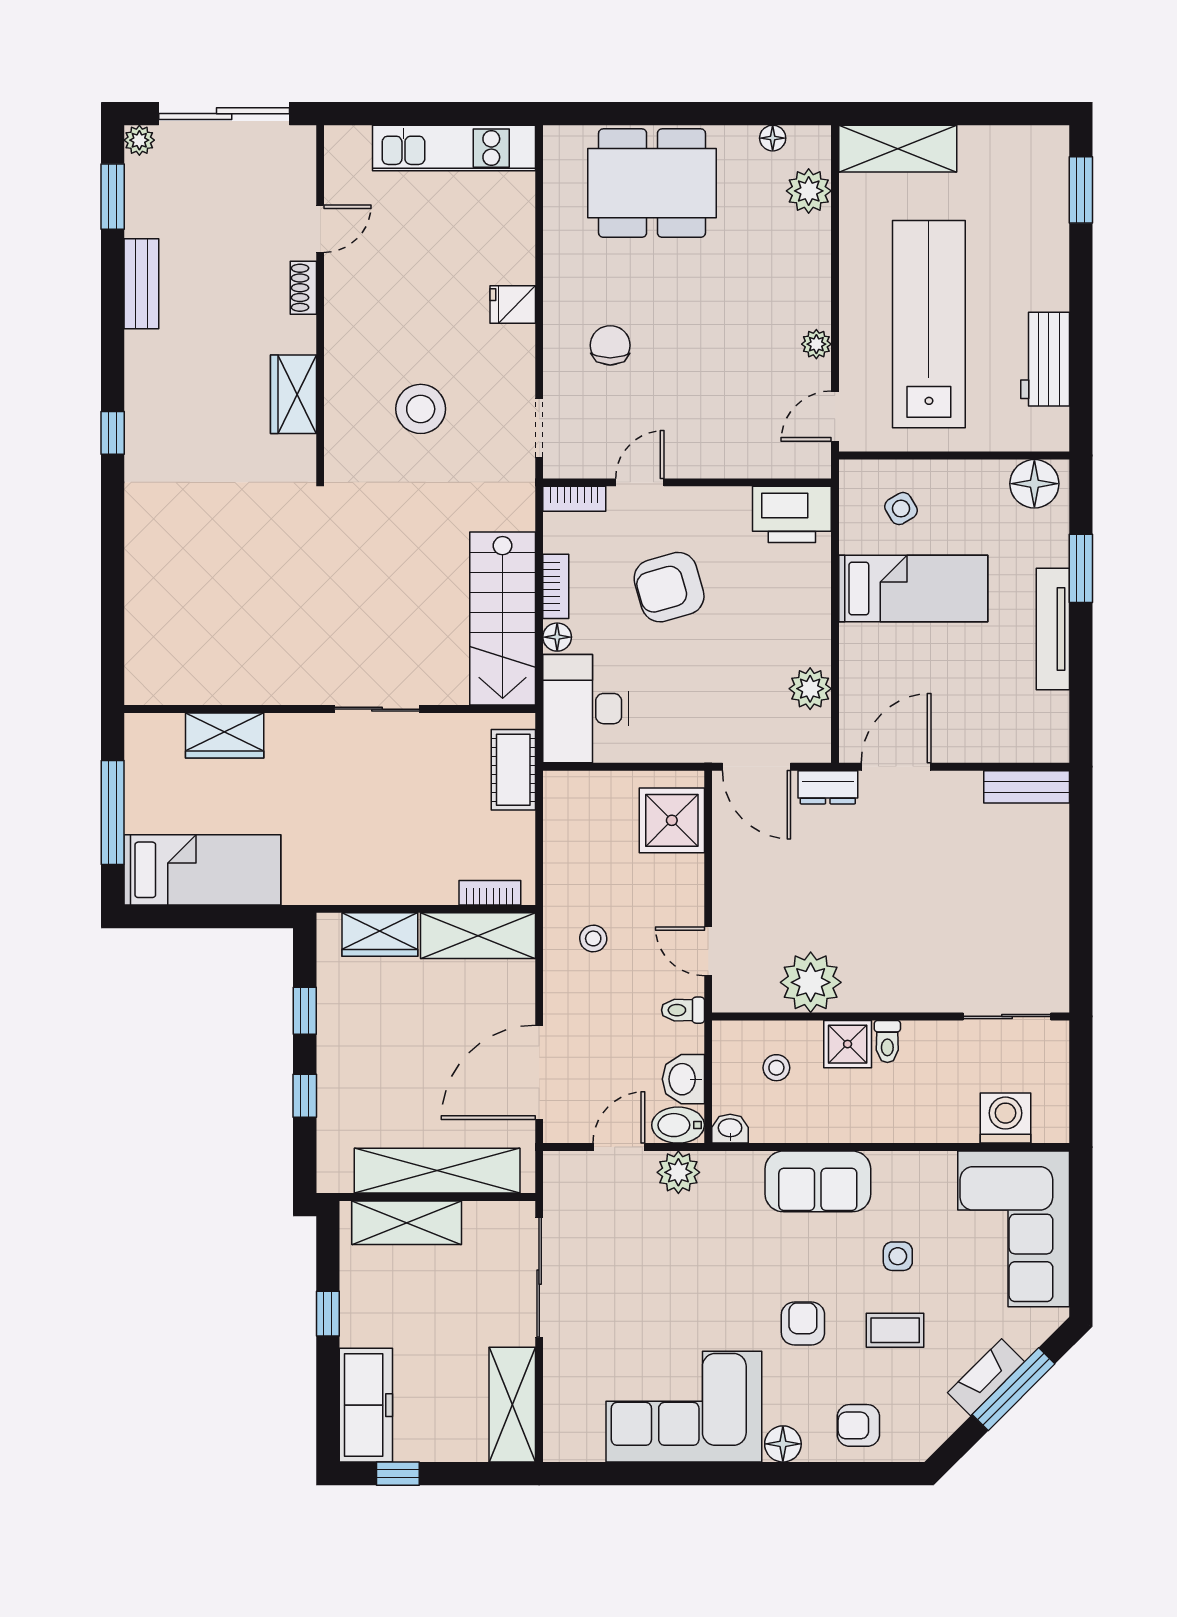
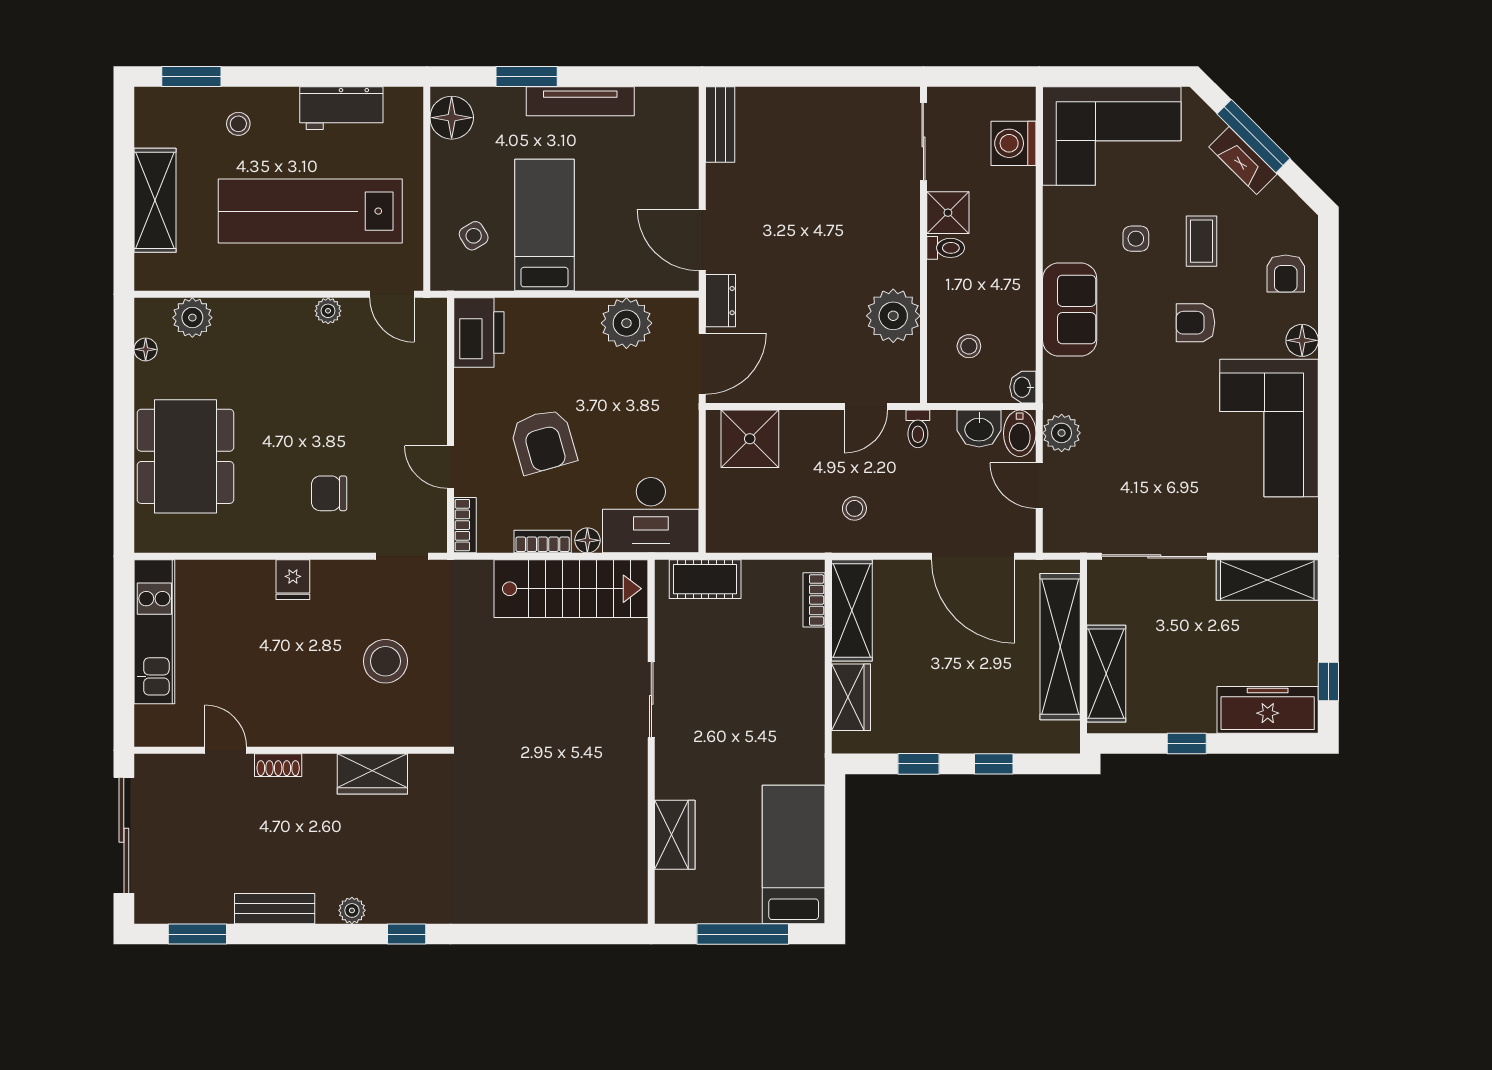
plant: (139, 140) -> (352, 910), moved
shelving: (898, 149) -> (155, 200), moved
stool: (1027, 243) -> (238, 124), added
plant: (810, 689) -> (626, 323), width x1.36, depth x1.36
shower: (848, 1044) -> (948, 213), moved

